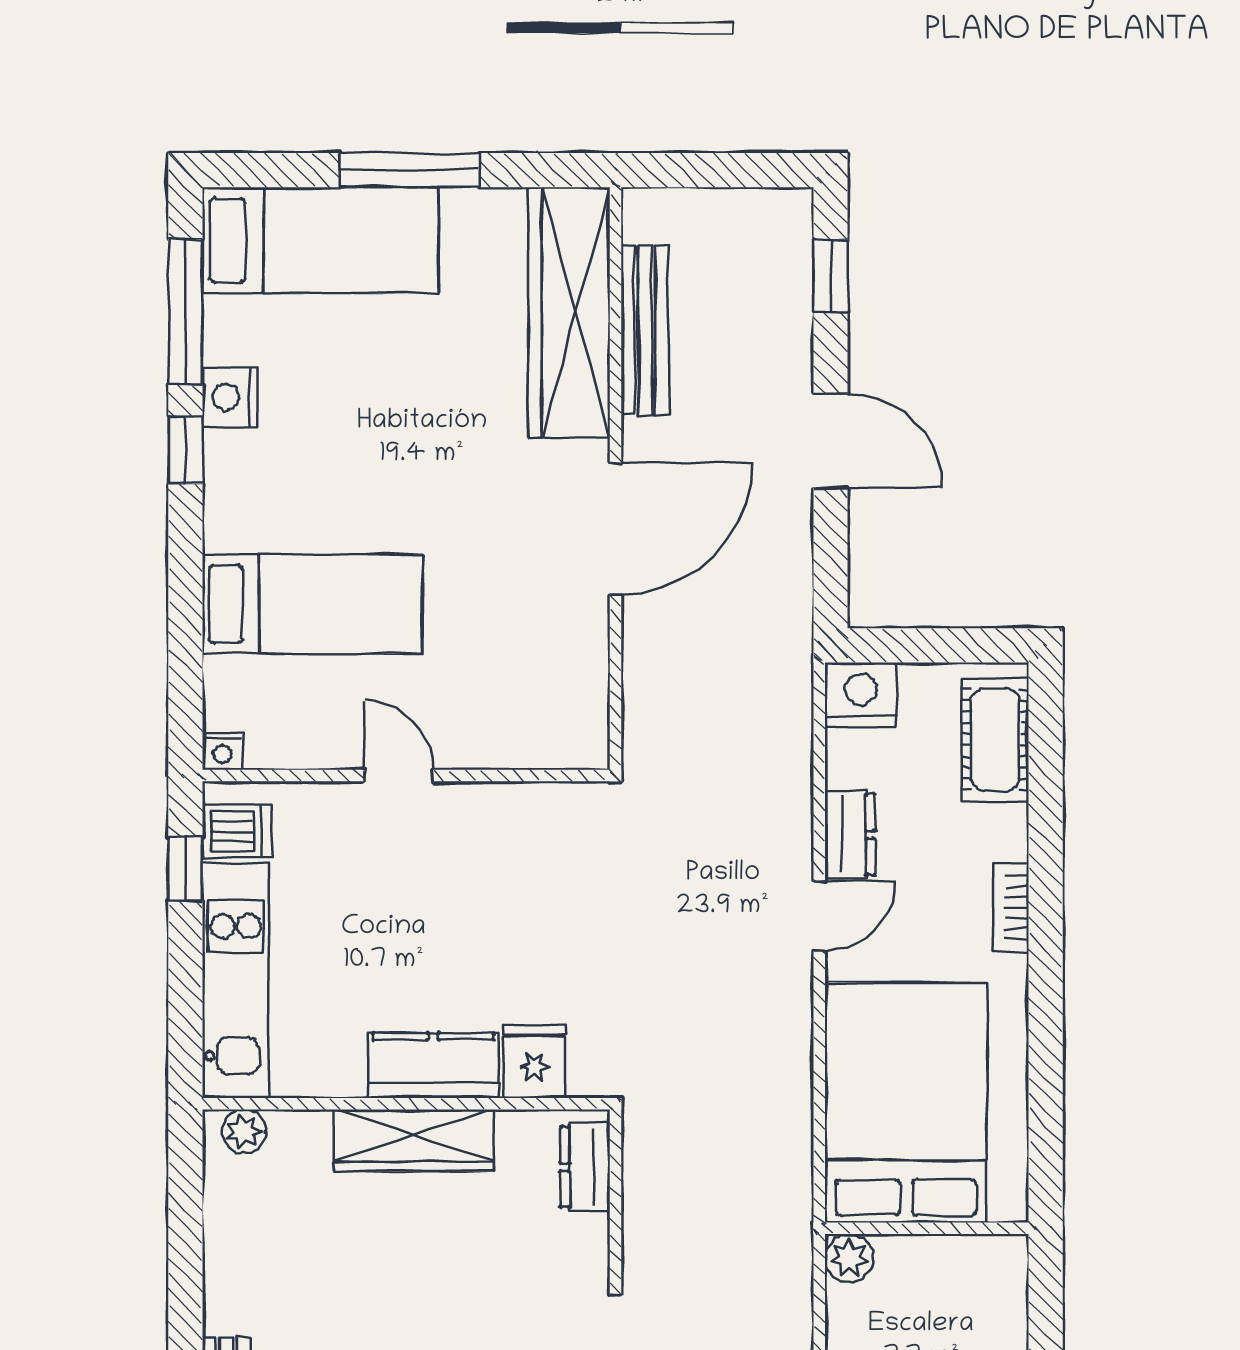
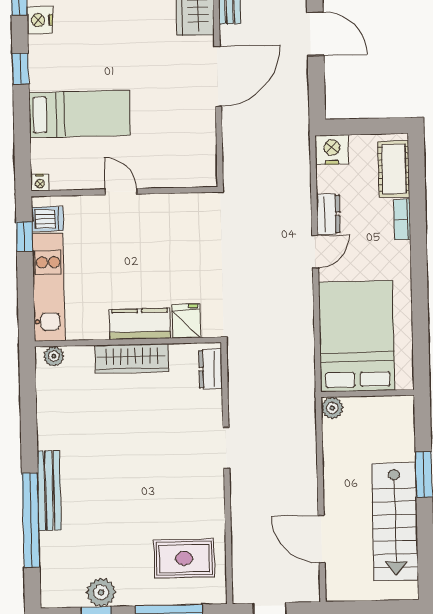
window: (185, 450) -> (21, 69), moved
bookcase: (1011, 908) -> (402, 219), moved

